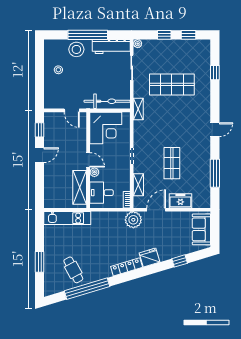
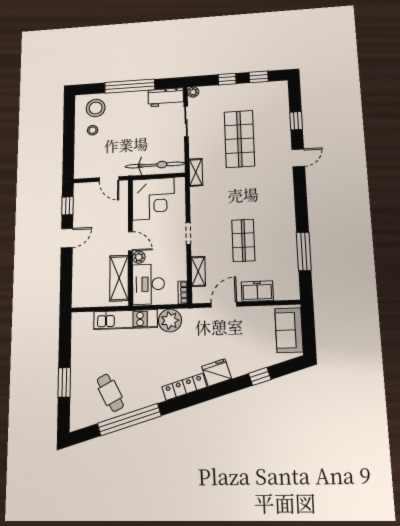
workbench: (111, 46) -> (166, 97), width x0.73
stool: (76, 49) -> (96, 108), moved
shop shelf: (172, 84) -> (239, 139), turned 90
door: (215, 130) -> (298, 158), moved
desk: (101, 193) -> (148, 284), width x1.37
kitchen unit: (67, 218) -> (125, 320), moved
plant: (133, 220) -> (170, 320), moved

